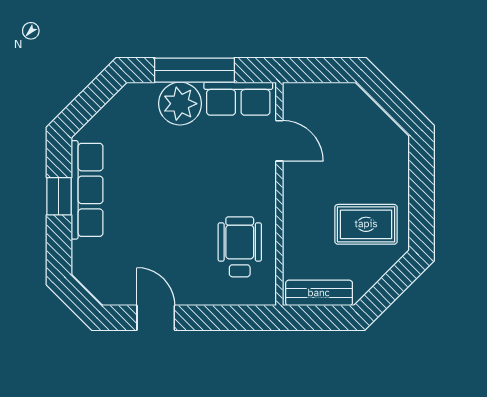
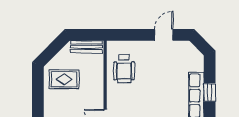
door: (156, 318) -> (164, 35), swing flipped

